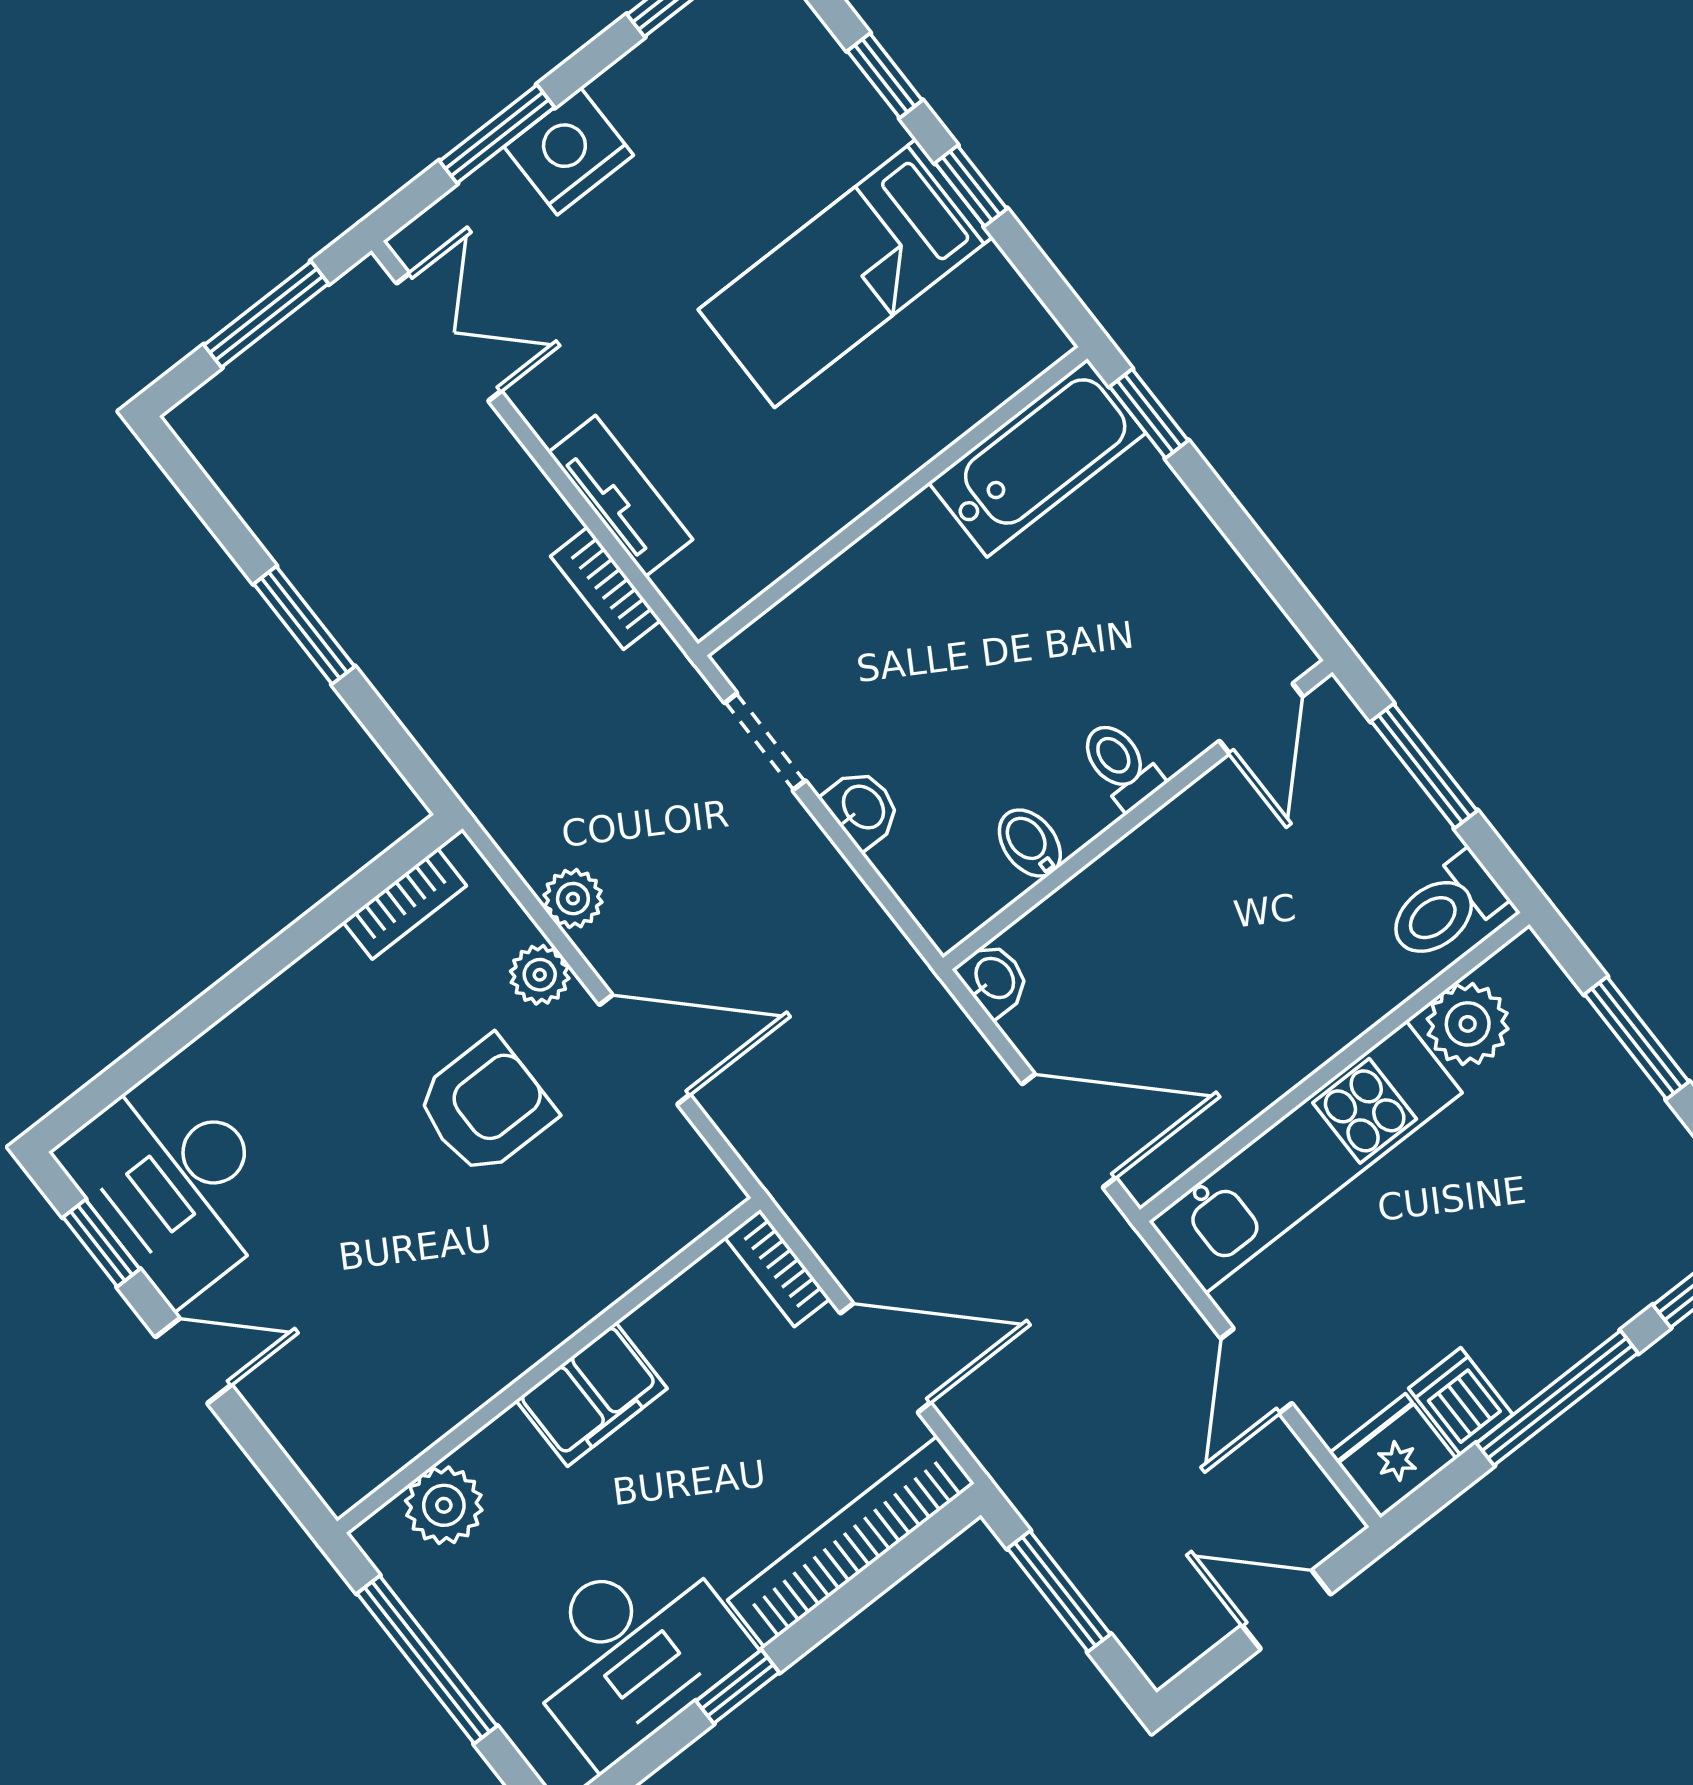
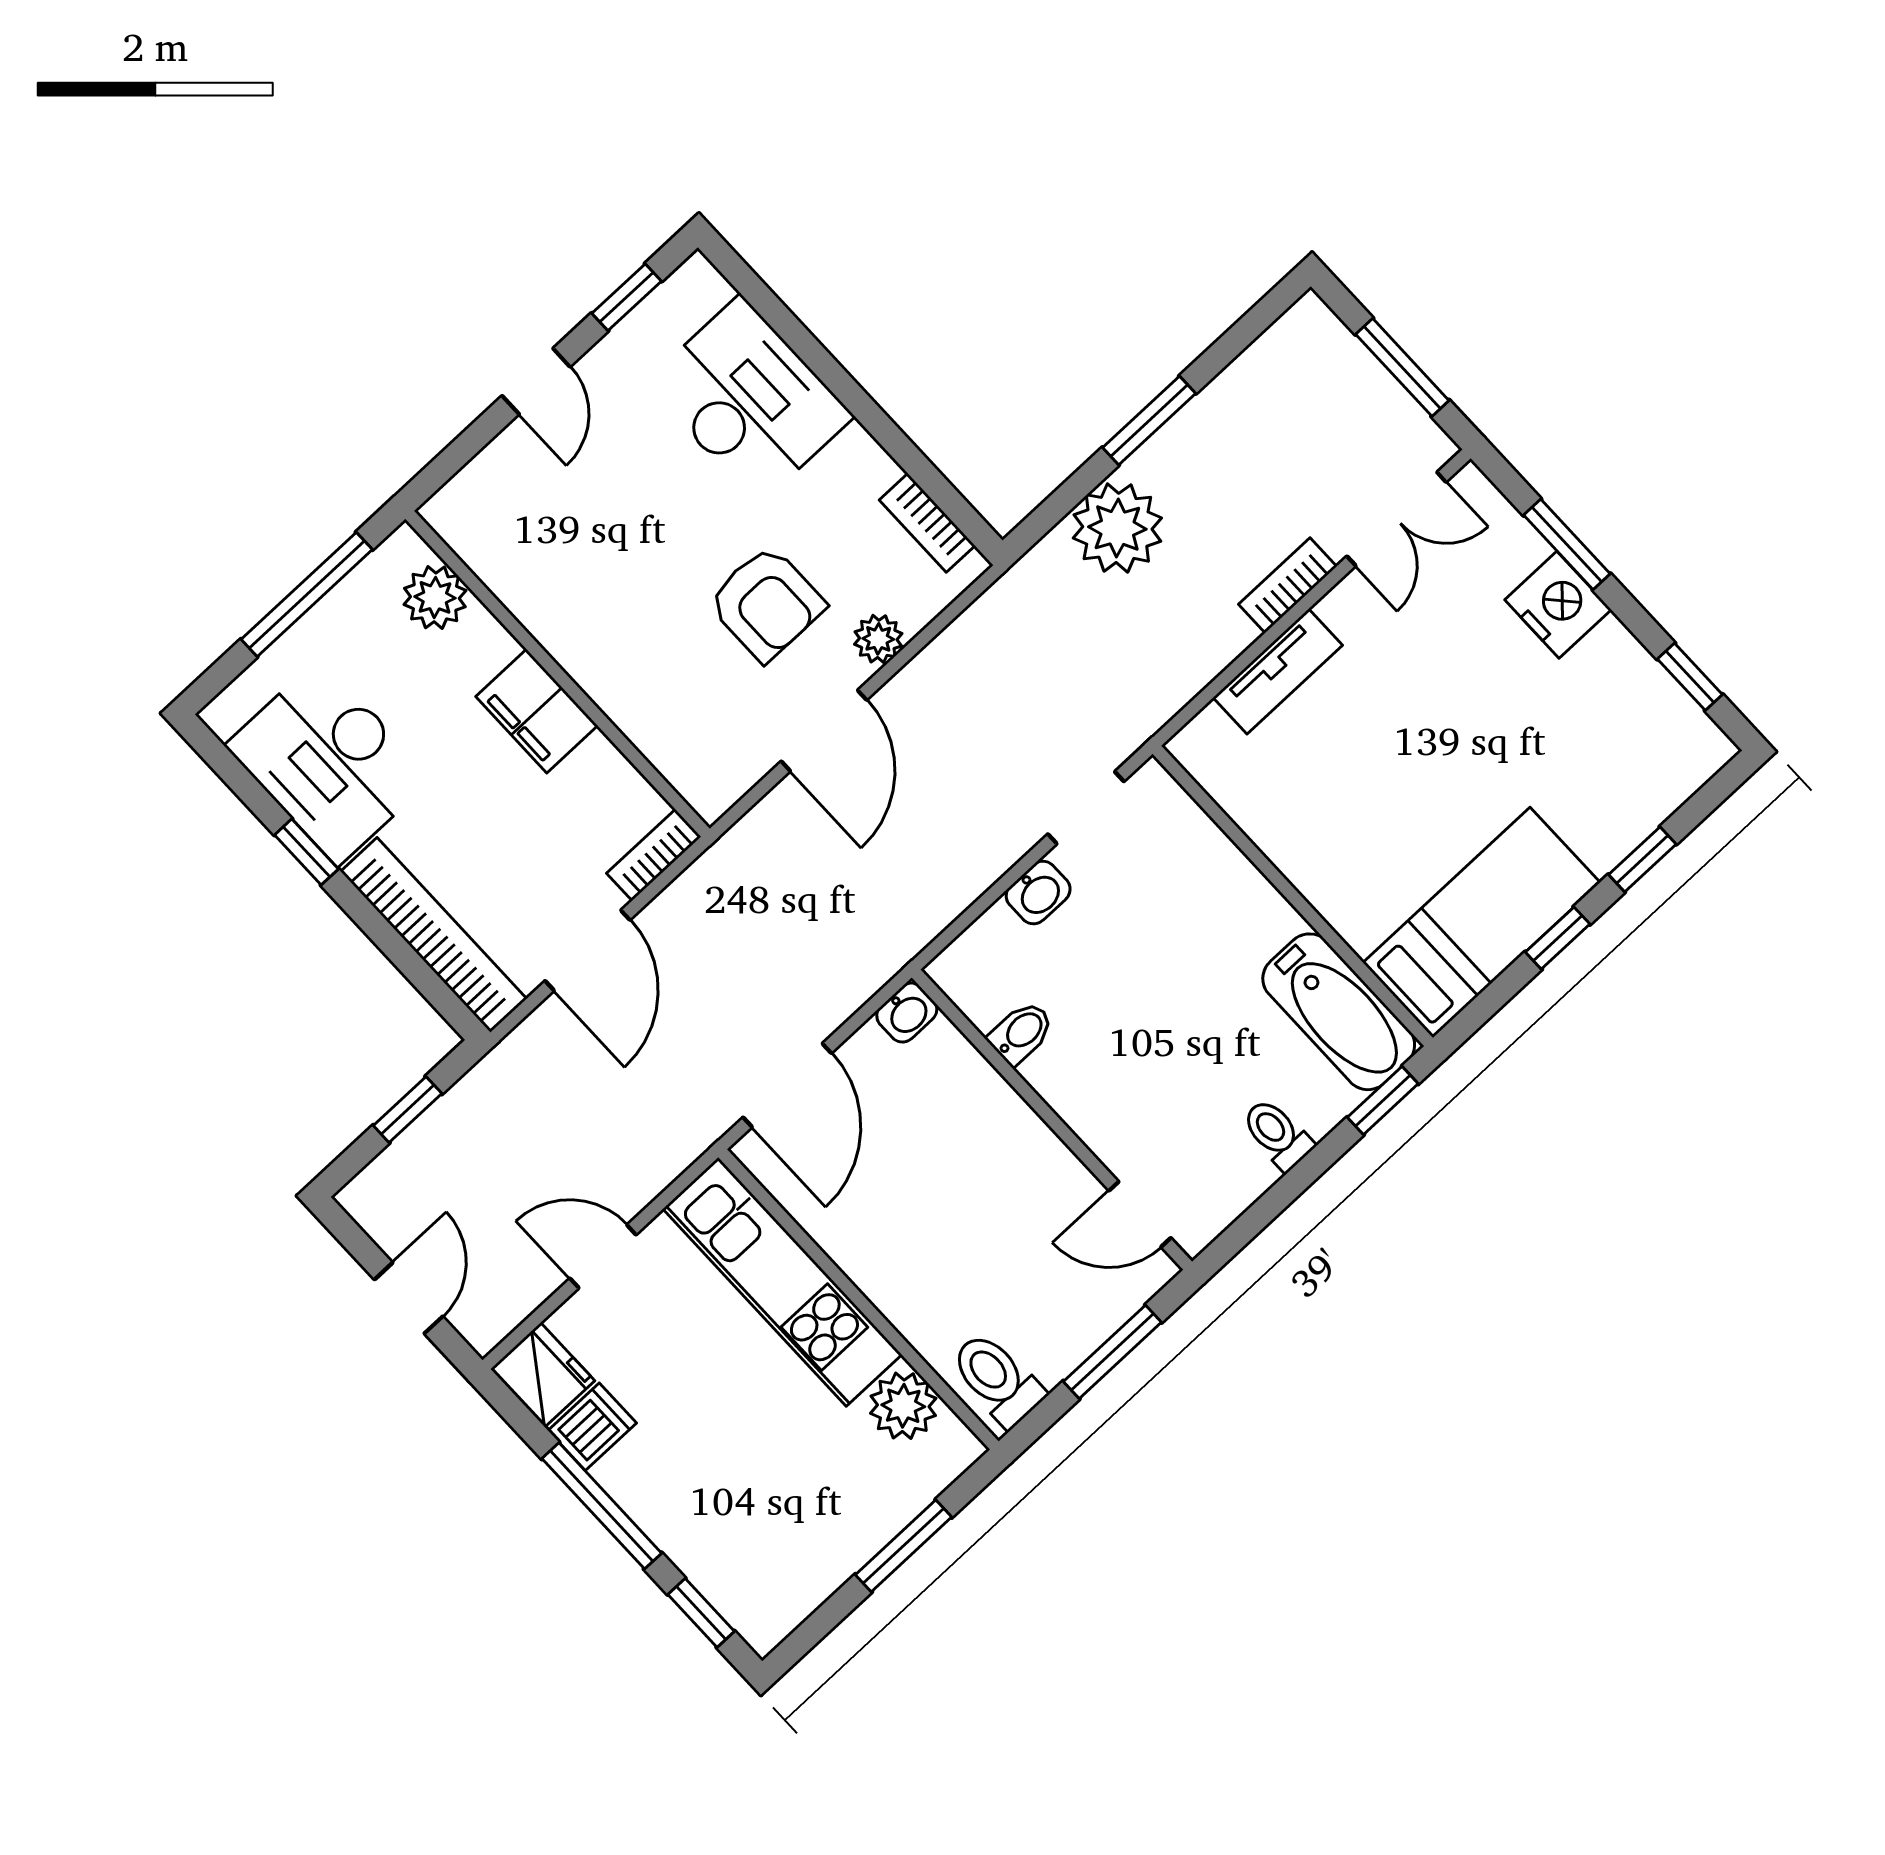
bed: (845, 273) -> (1482, 923), moved, turned 90
bookcase: (606, 588) -> (1288, 585), moved
toilet: (1121, 765) -> (1277, 1134), moved, turned -90
plant: (573, 899) -> (1117, 528), moved, width x1.87, depth x1.87
desk: (174, 1183) -> (749, 400), moved, turned 90
window: (1059, 1591) -> (408, 1110), width x0.67

